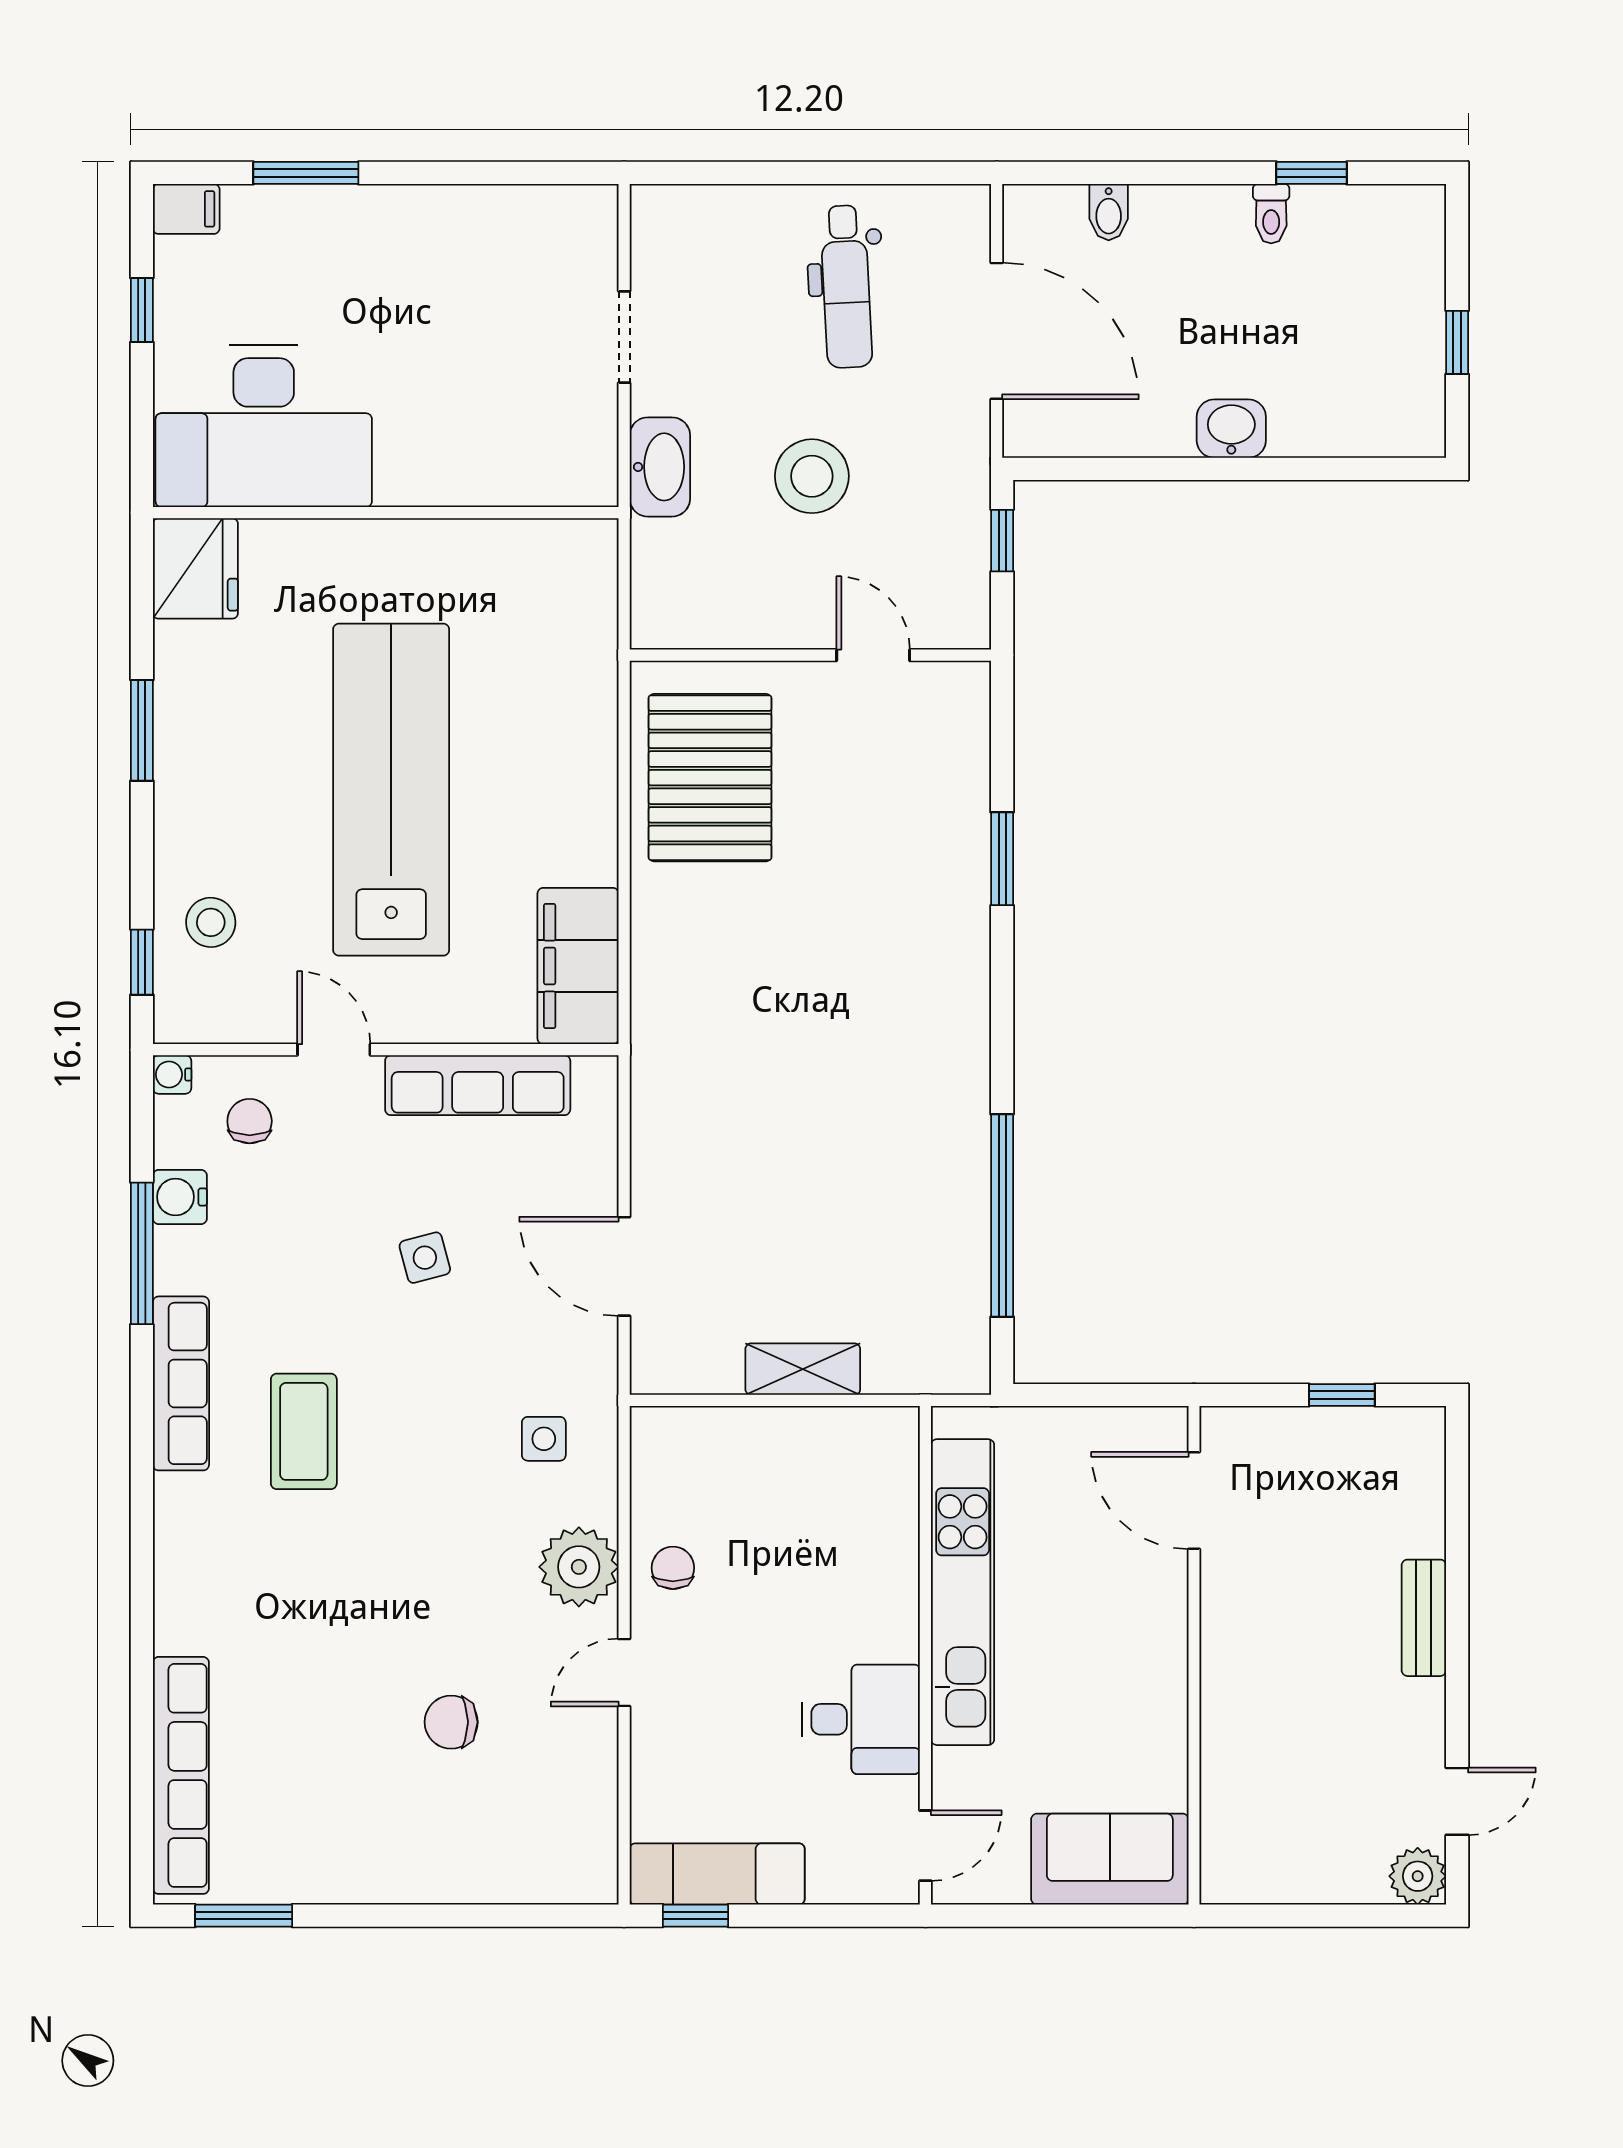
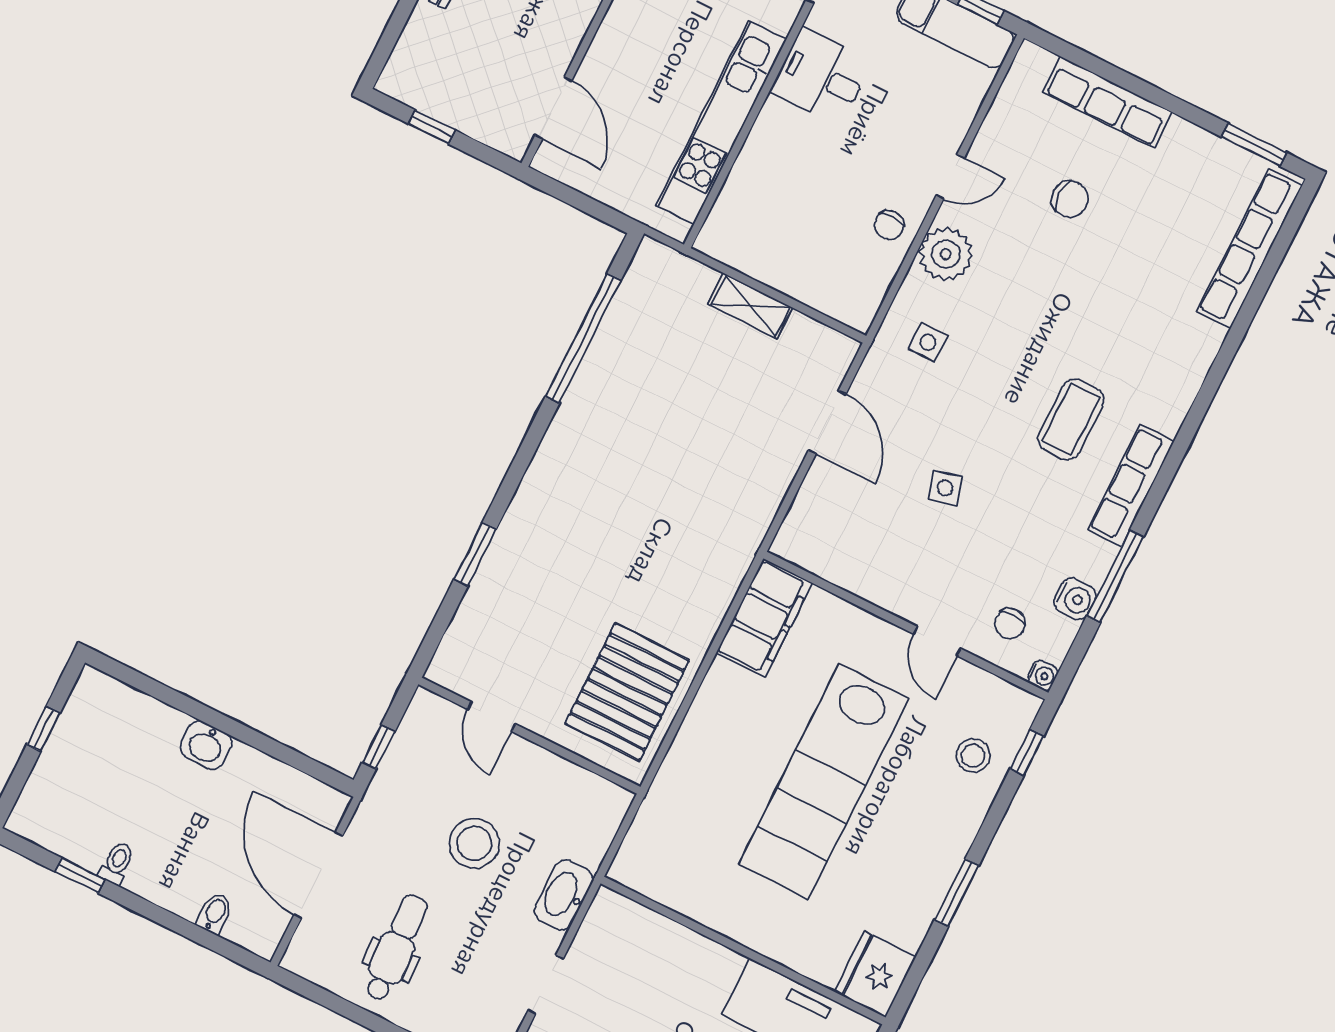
row of seats: (478, 1085) -> (1107, 102), moved, turned 180

